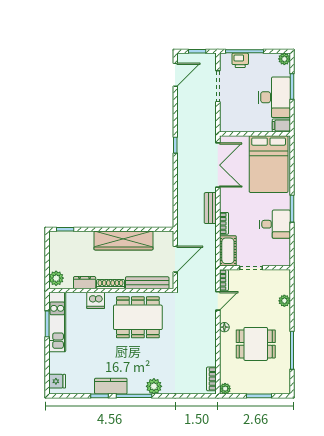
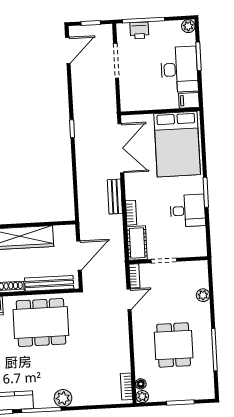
floor lamp: (224, 327) -> (141, 384), moved
dining table: (256, 344) -> (174, 345), turned 90

